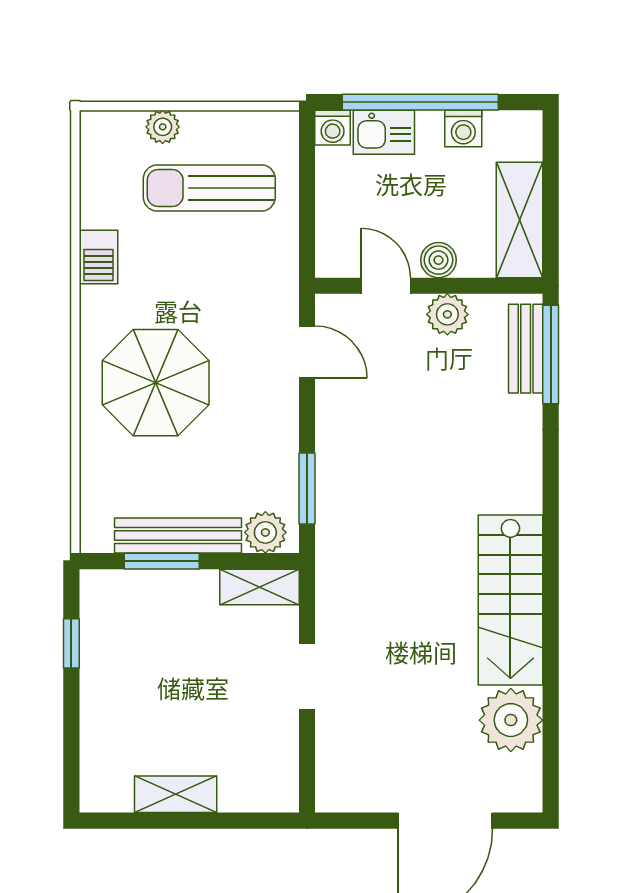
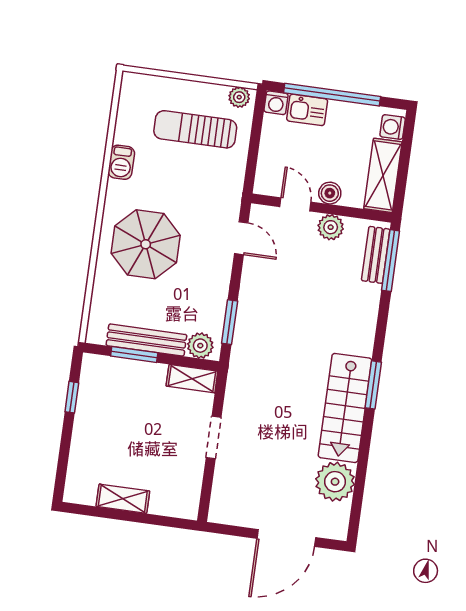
plant: (163, 127) -> (239, 97), moved
washing machine: (463, 128) -> (393, 127), moved, turned 90
window: (551, 557) -> (373, 385), added

